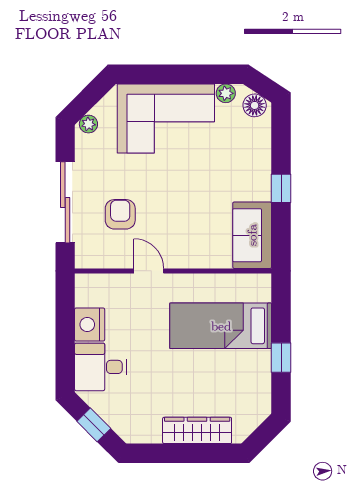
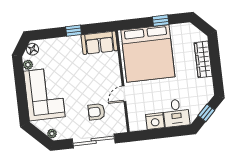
bed: (221, 326) -> (148, 54), width x2.04

